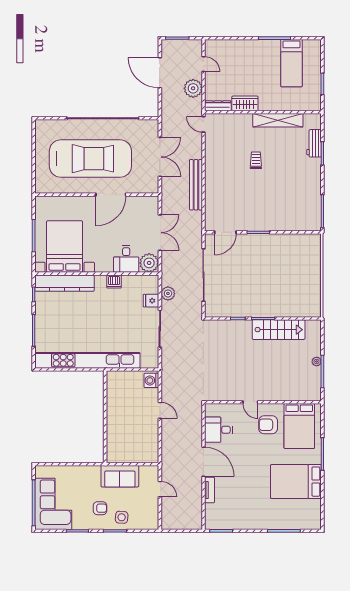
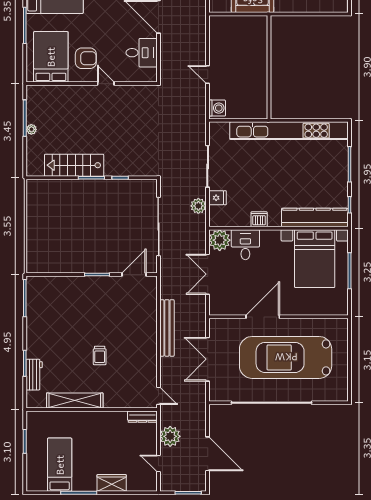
wardrobe: (245, 103) -> (112, 483), moved, turned 180

